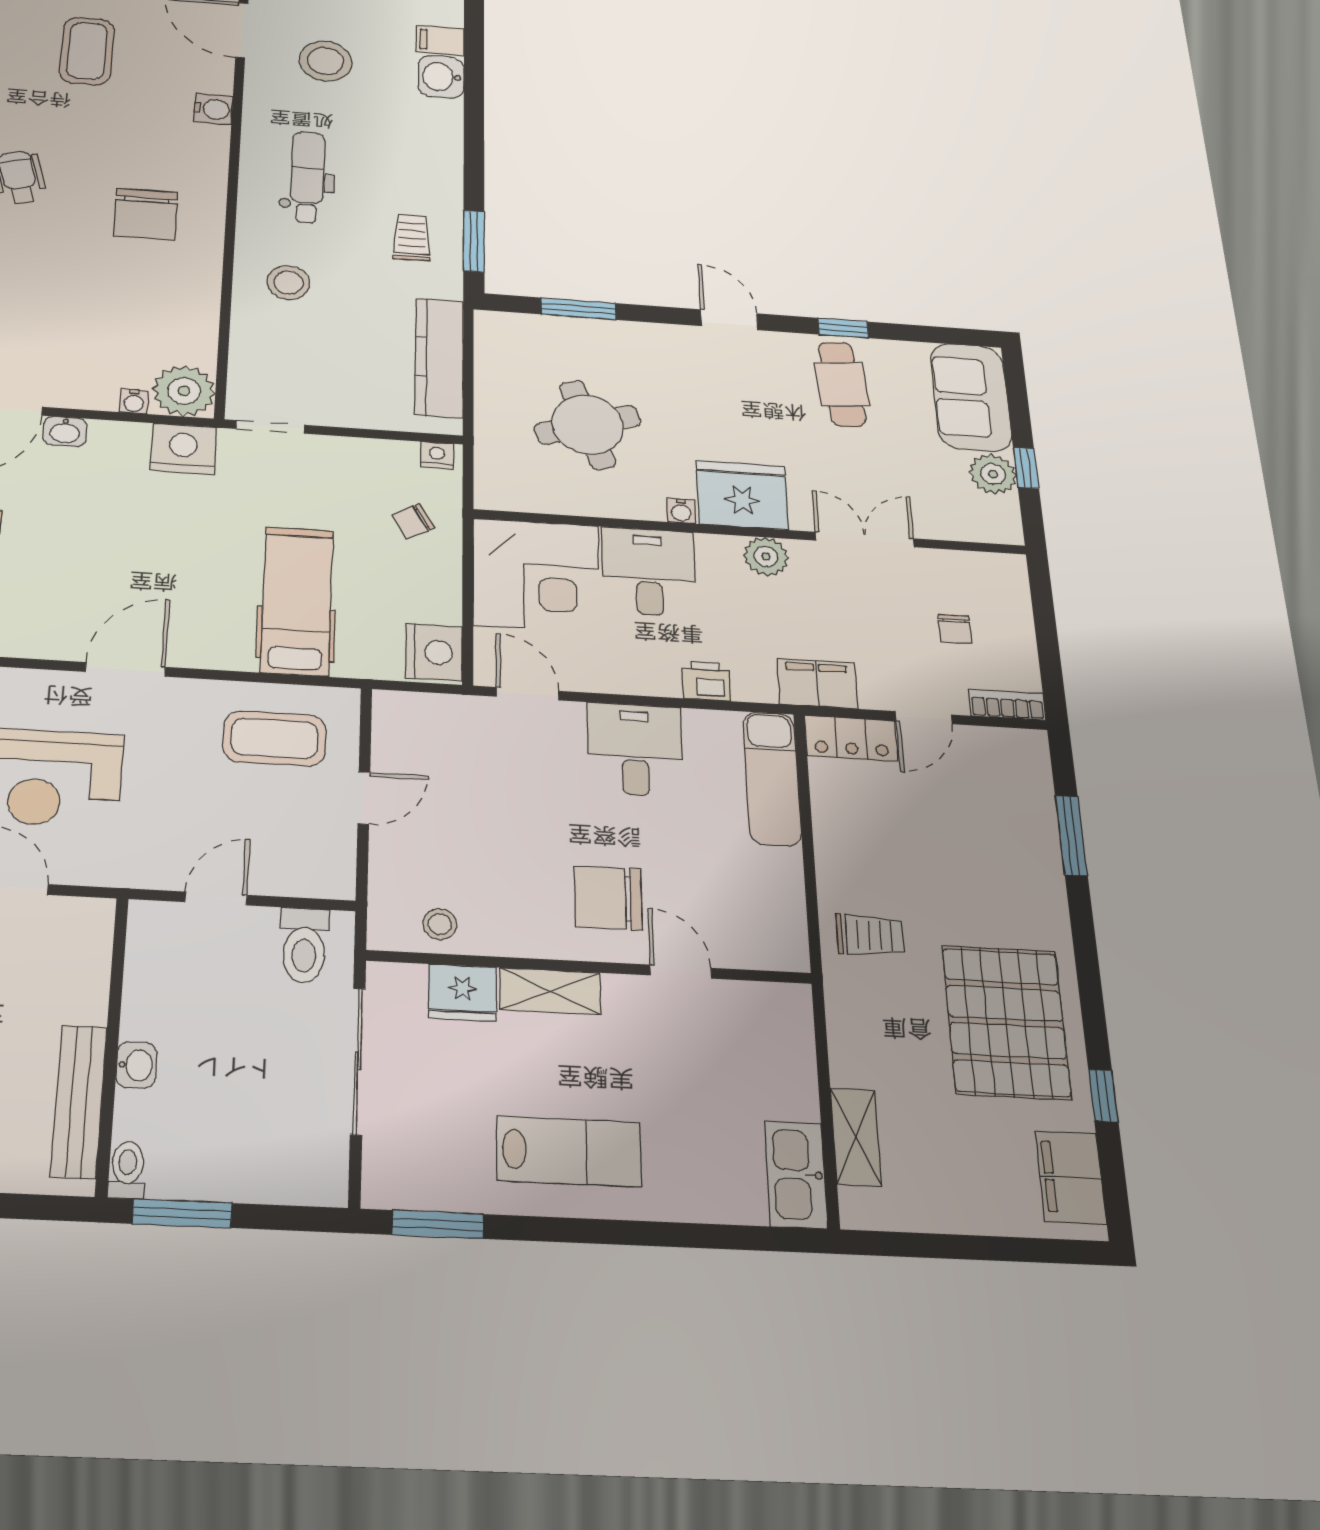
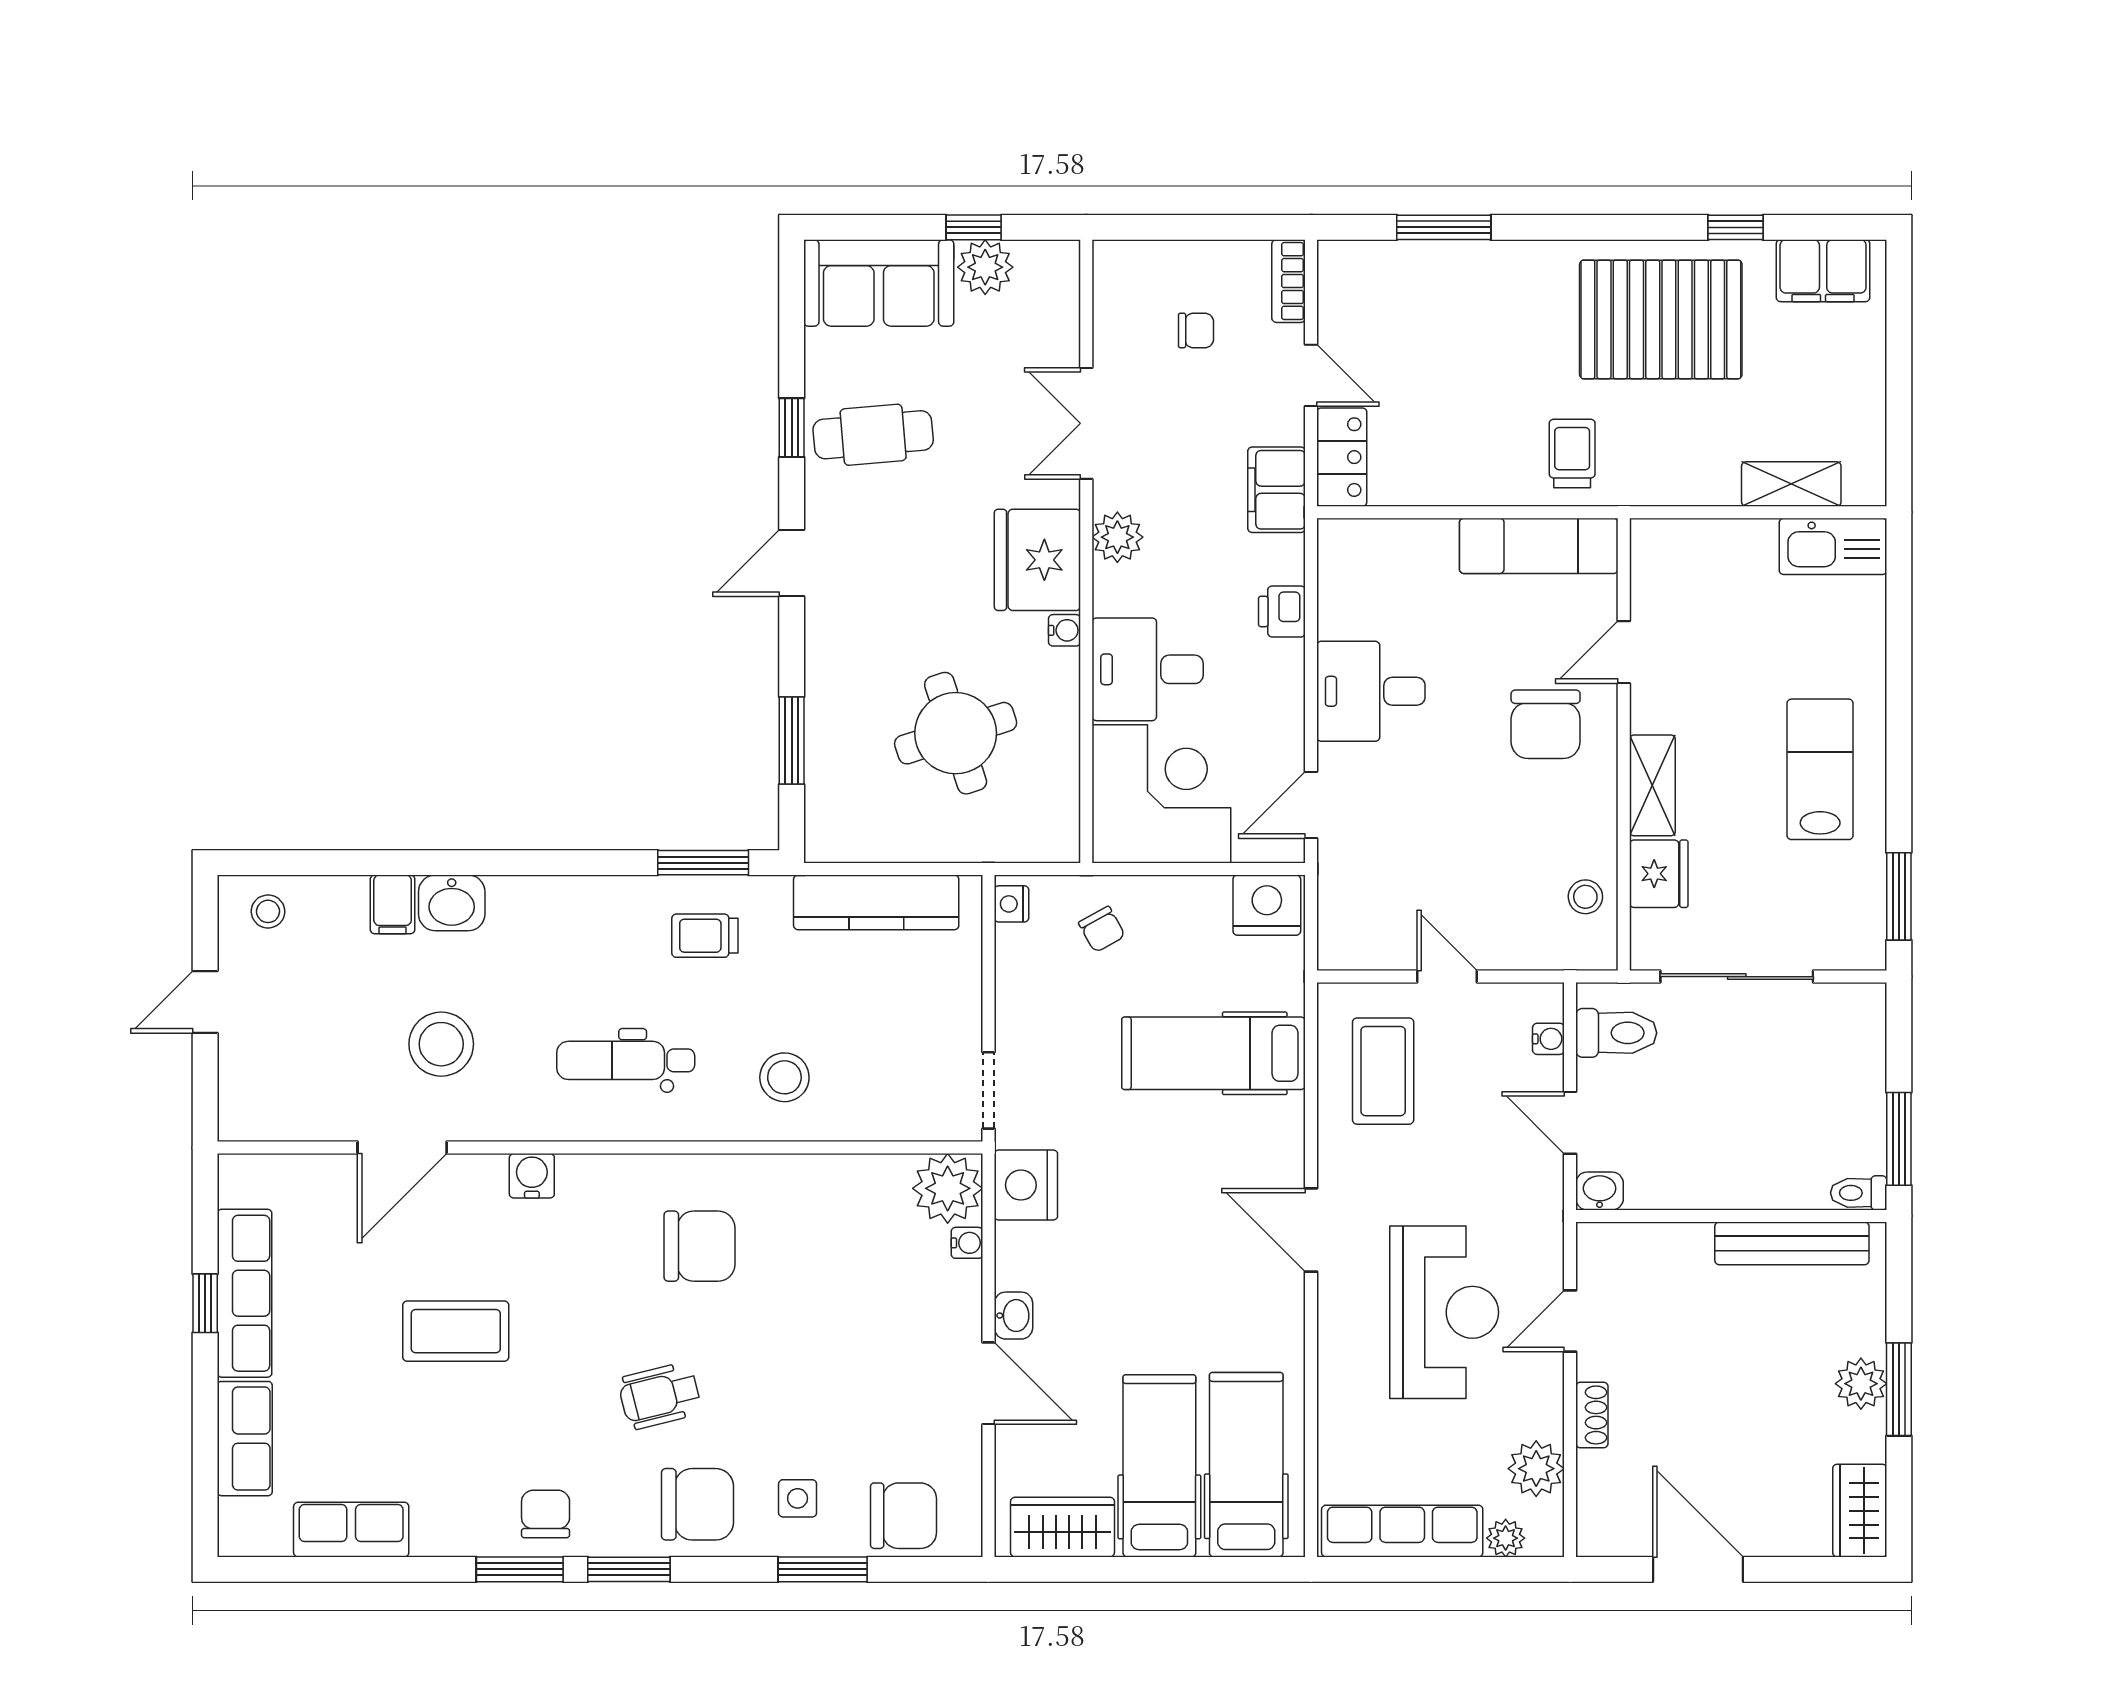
exam couch: (772, 778) -> (1539, 546), moved
water cooler: (300, 884) -> (1548, 1039), added
washbasin: (136, 1065) -> (1600, 1191), moved

